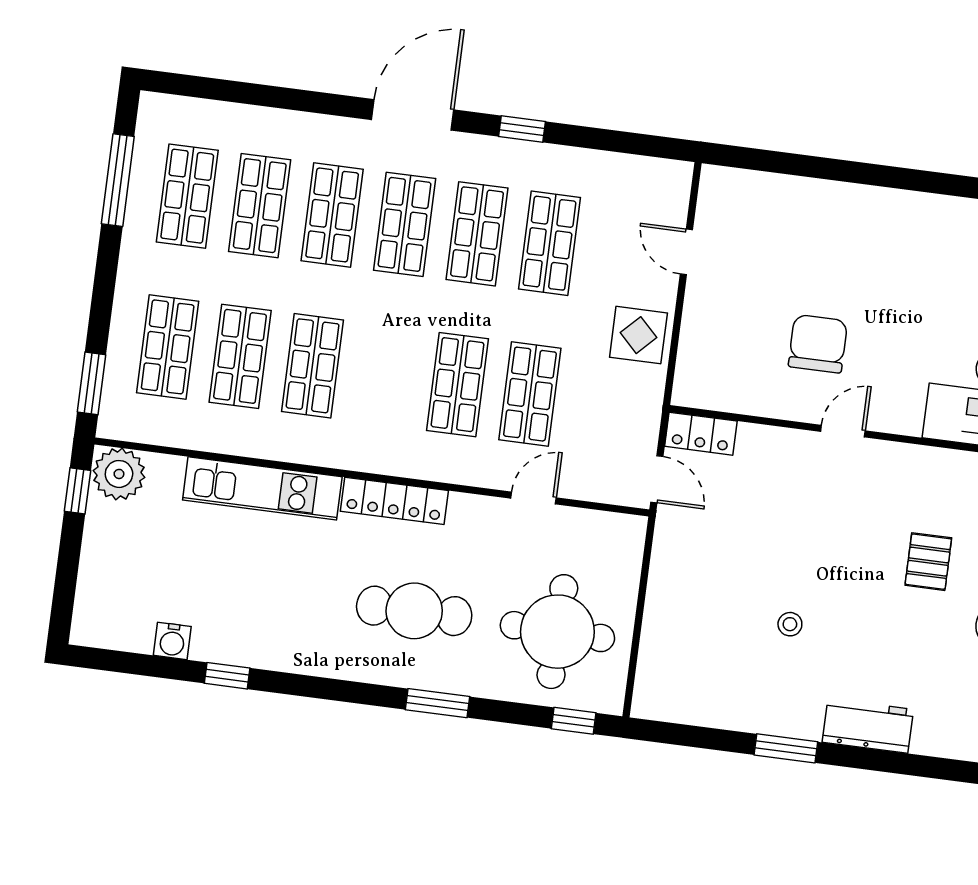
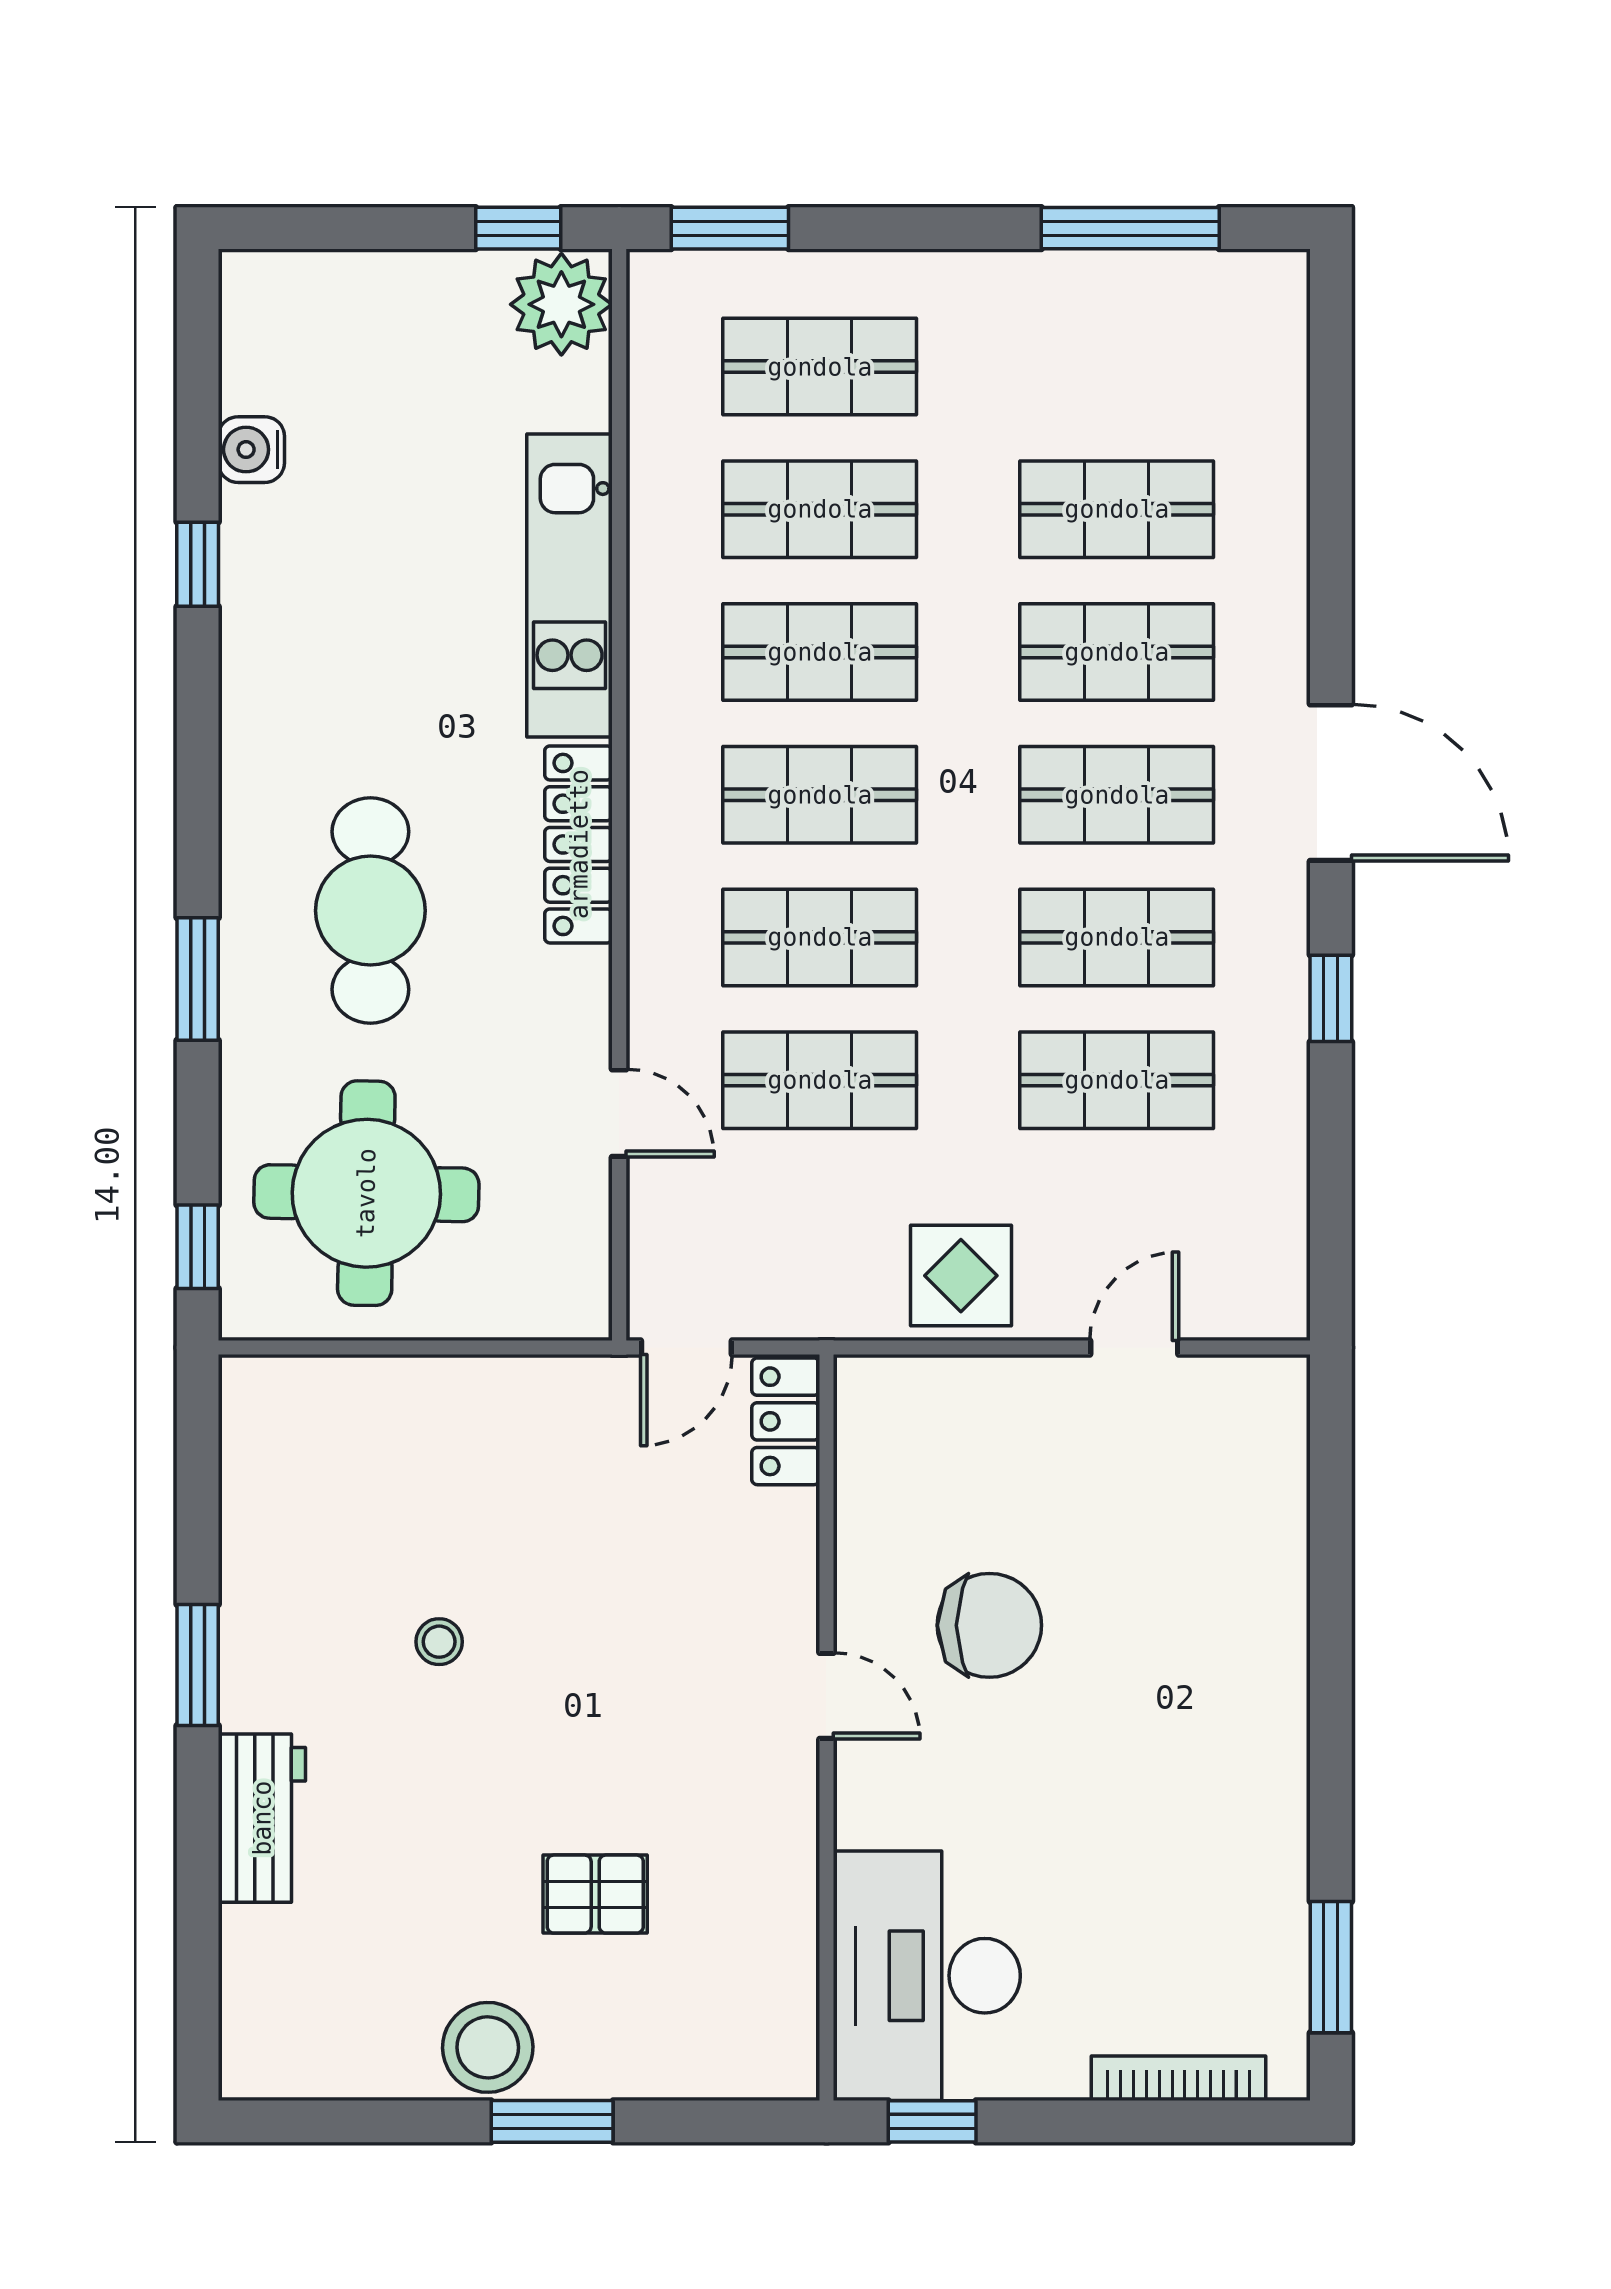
shop shelf: (187, 196) -> (820, 795), moved

